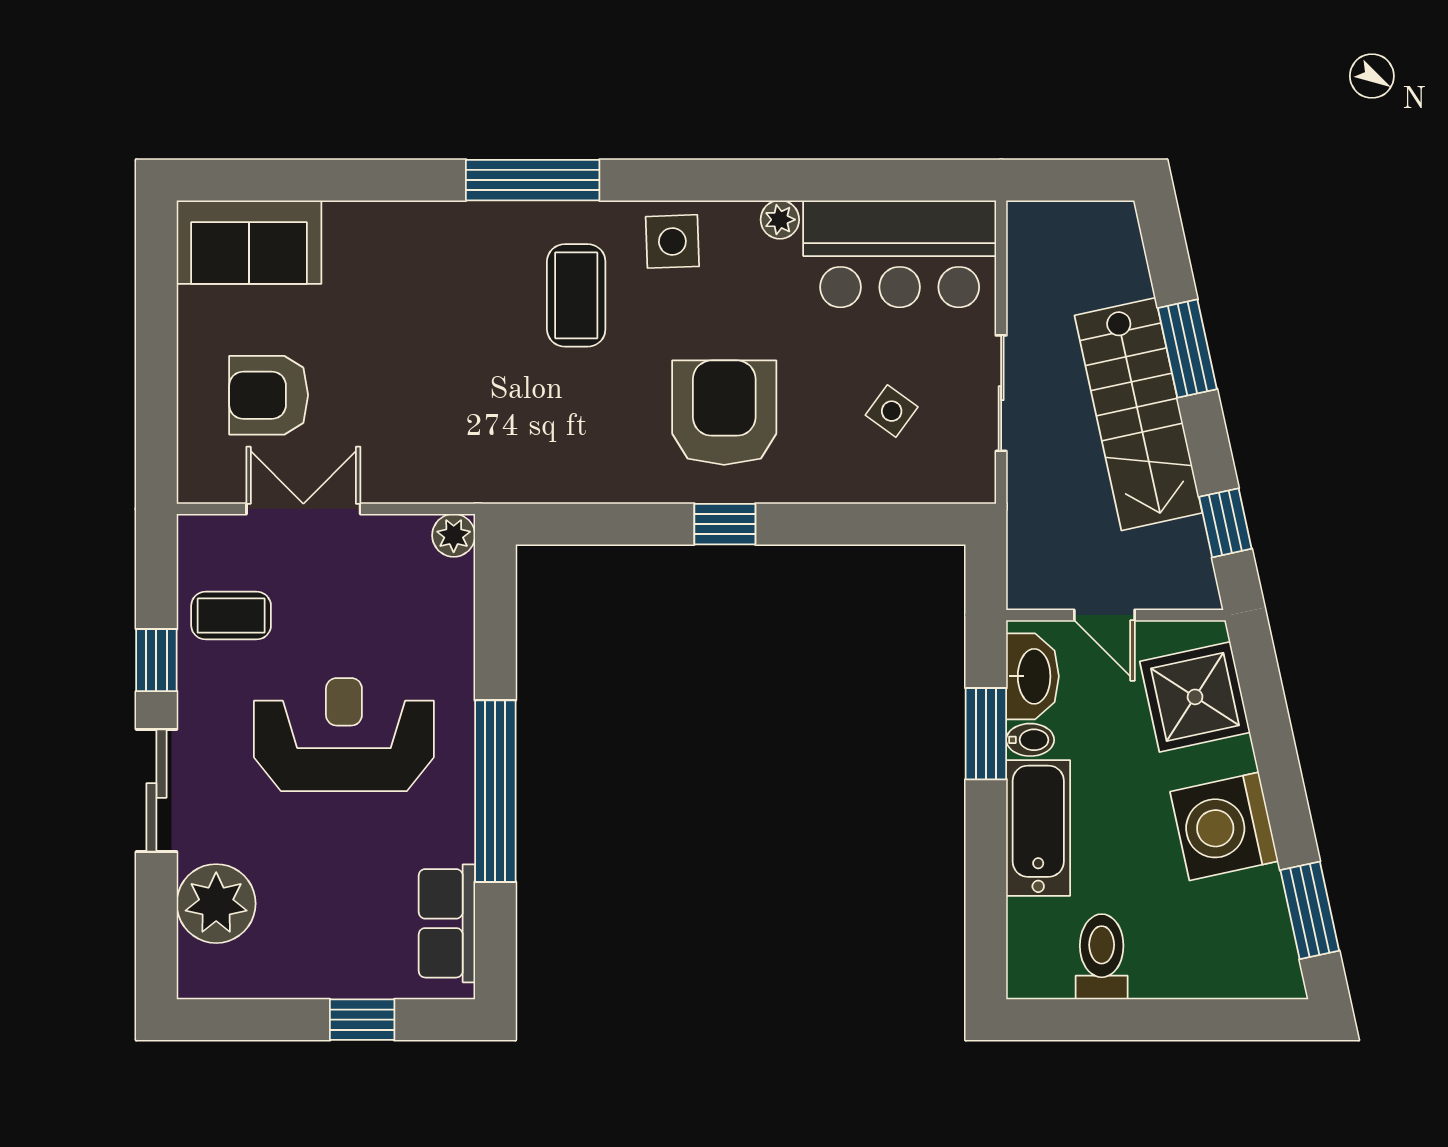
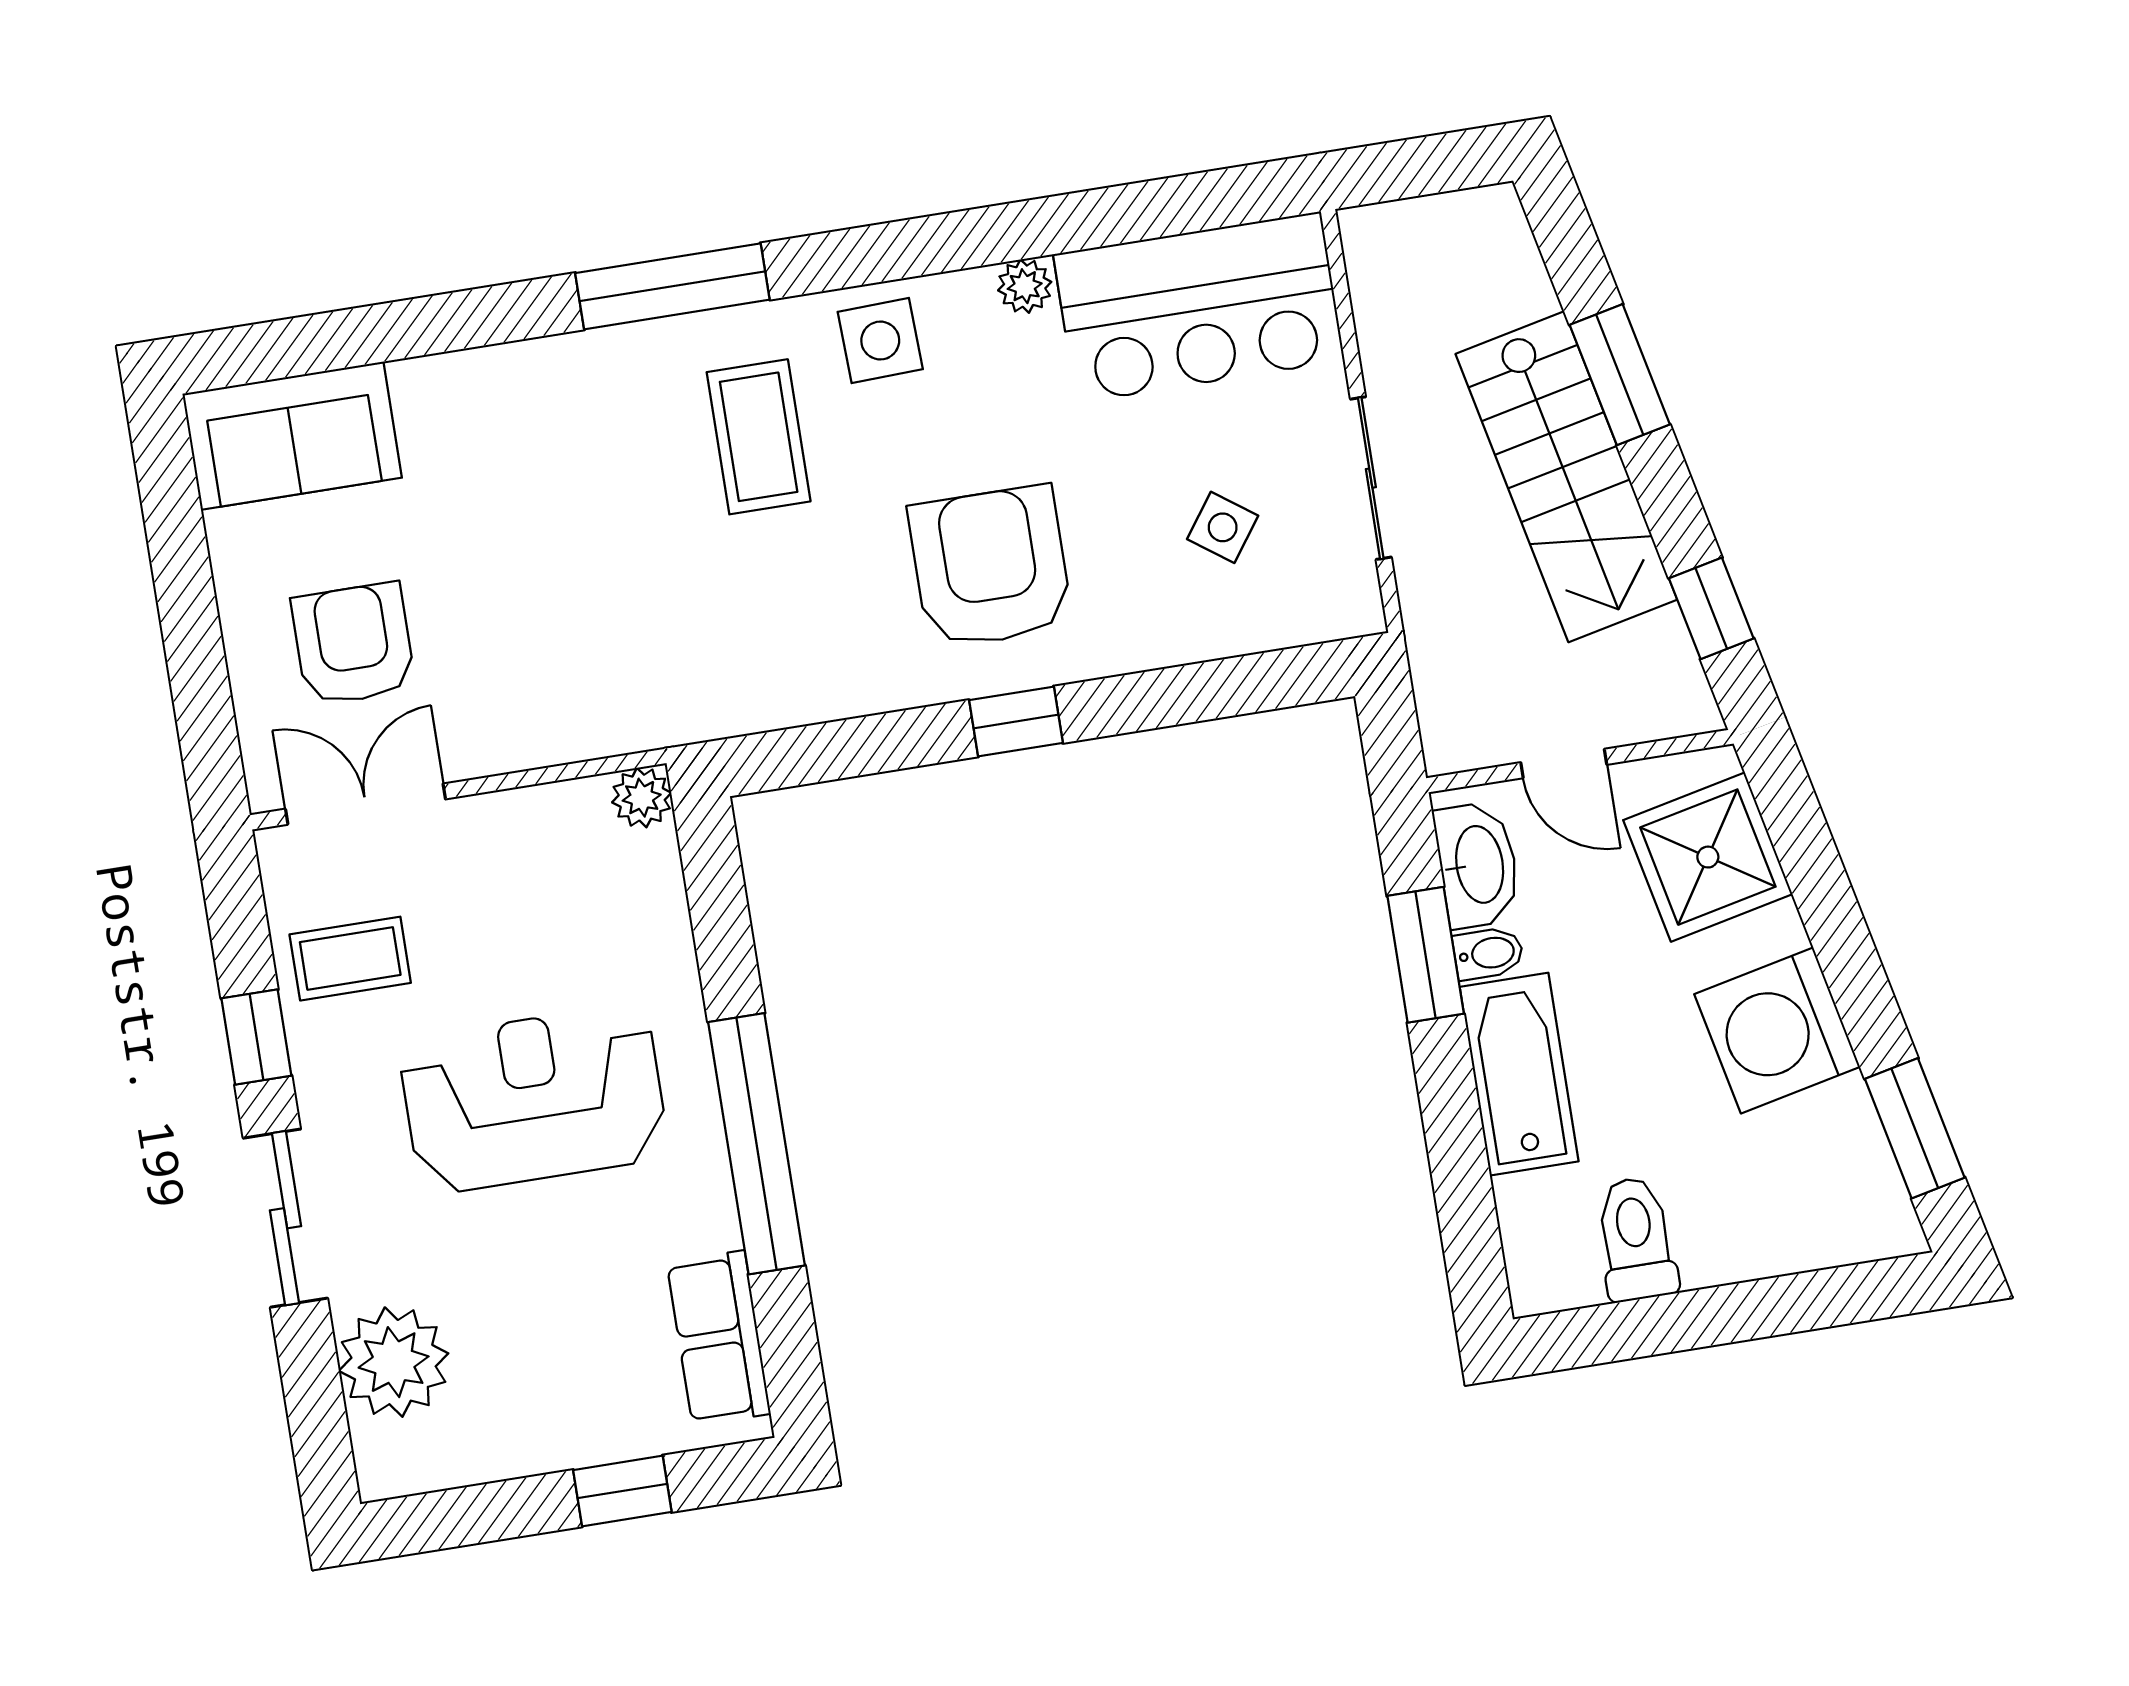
armchair: (269, 395) -> (353, 644), turned 90
double door: (303, 509) -> (365, 804), moved

